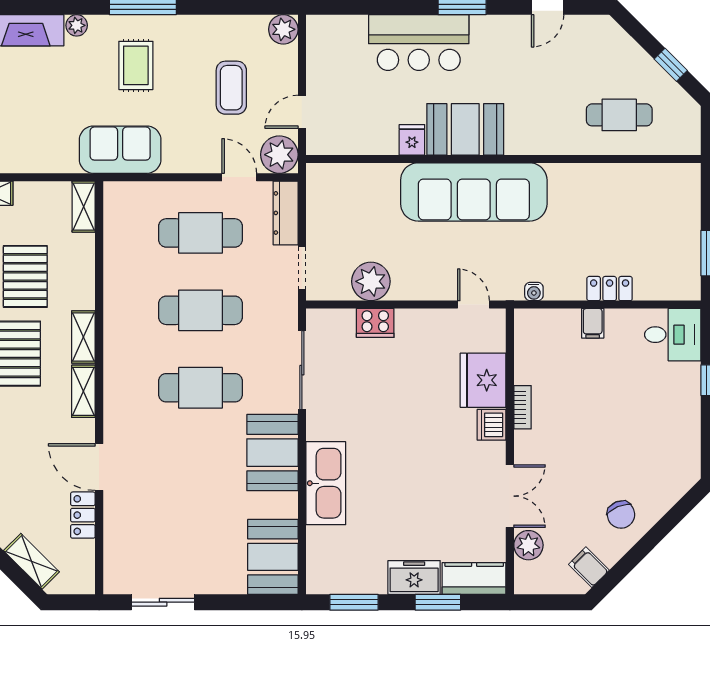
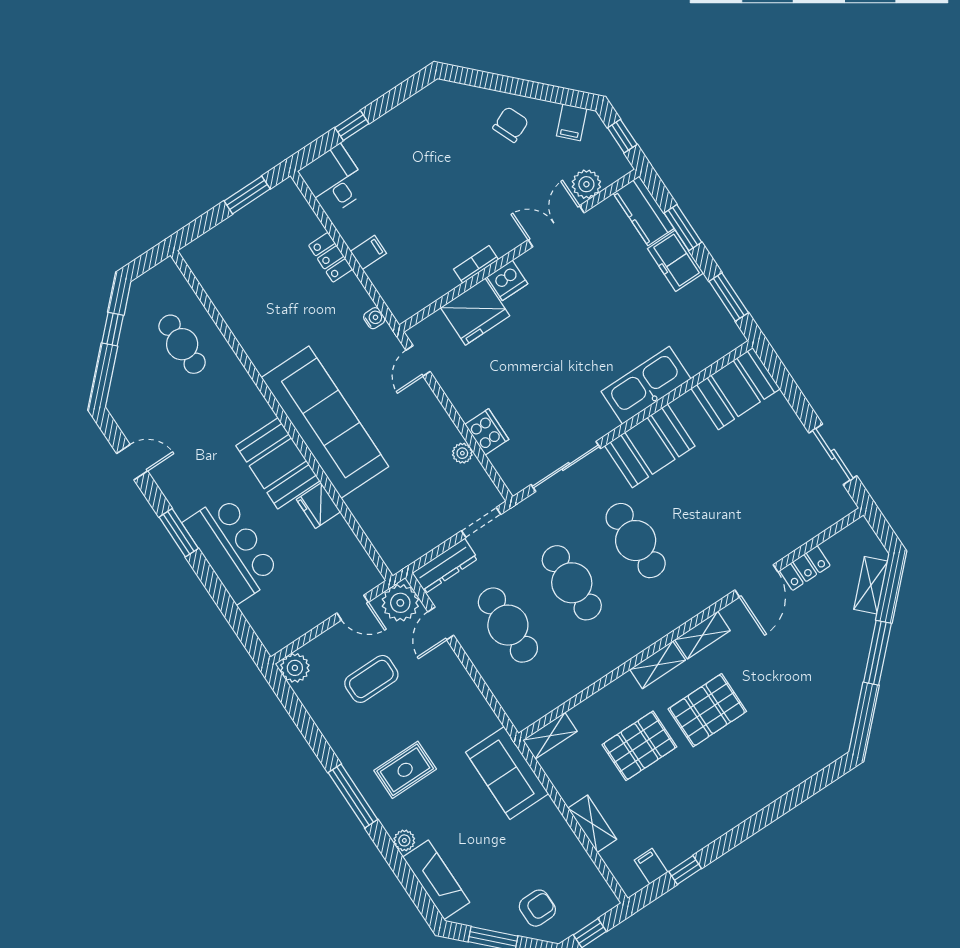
fridge: (412, 140) -> (318, 506), width x1.38
sofa: (120, 150) -> (507, 773), moved
plant: (371, 281) -> (462, 453), width x0.53, depth x0.53
window: (549, 602) -> (622, 136), added

